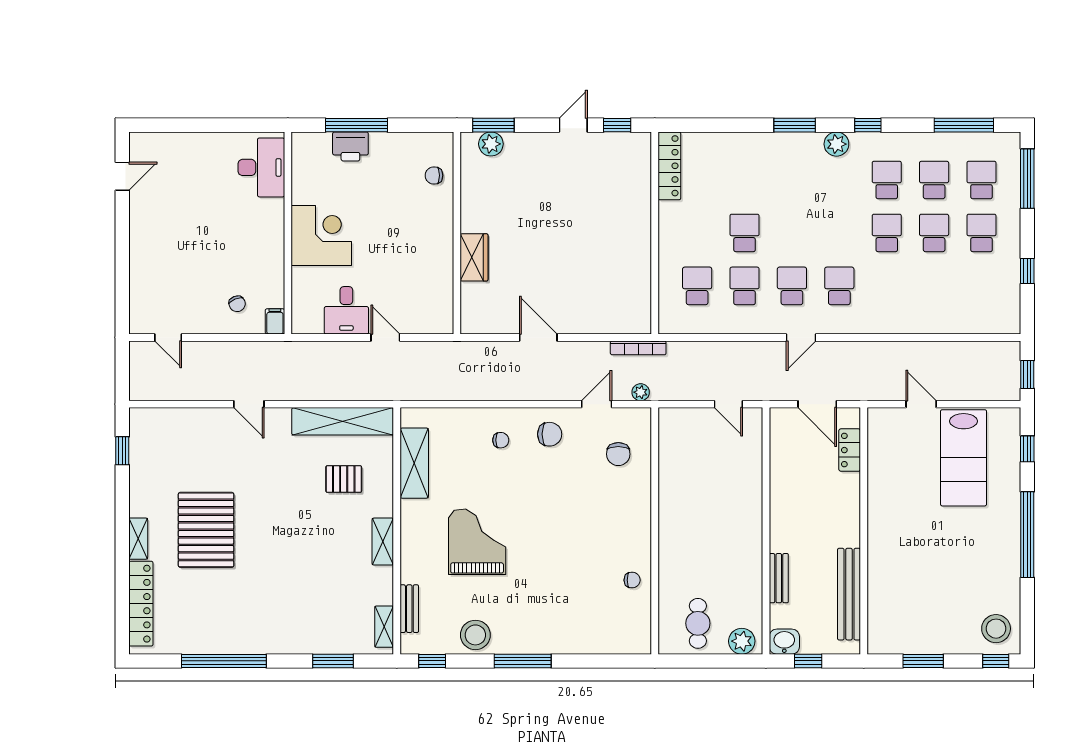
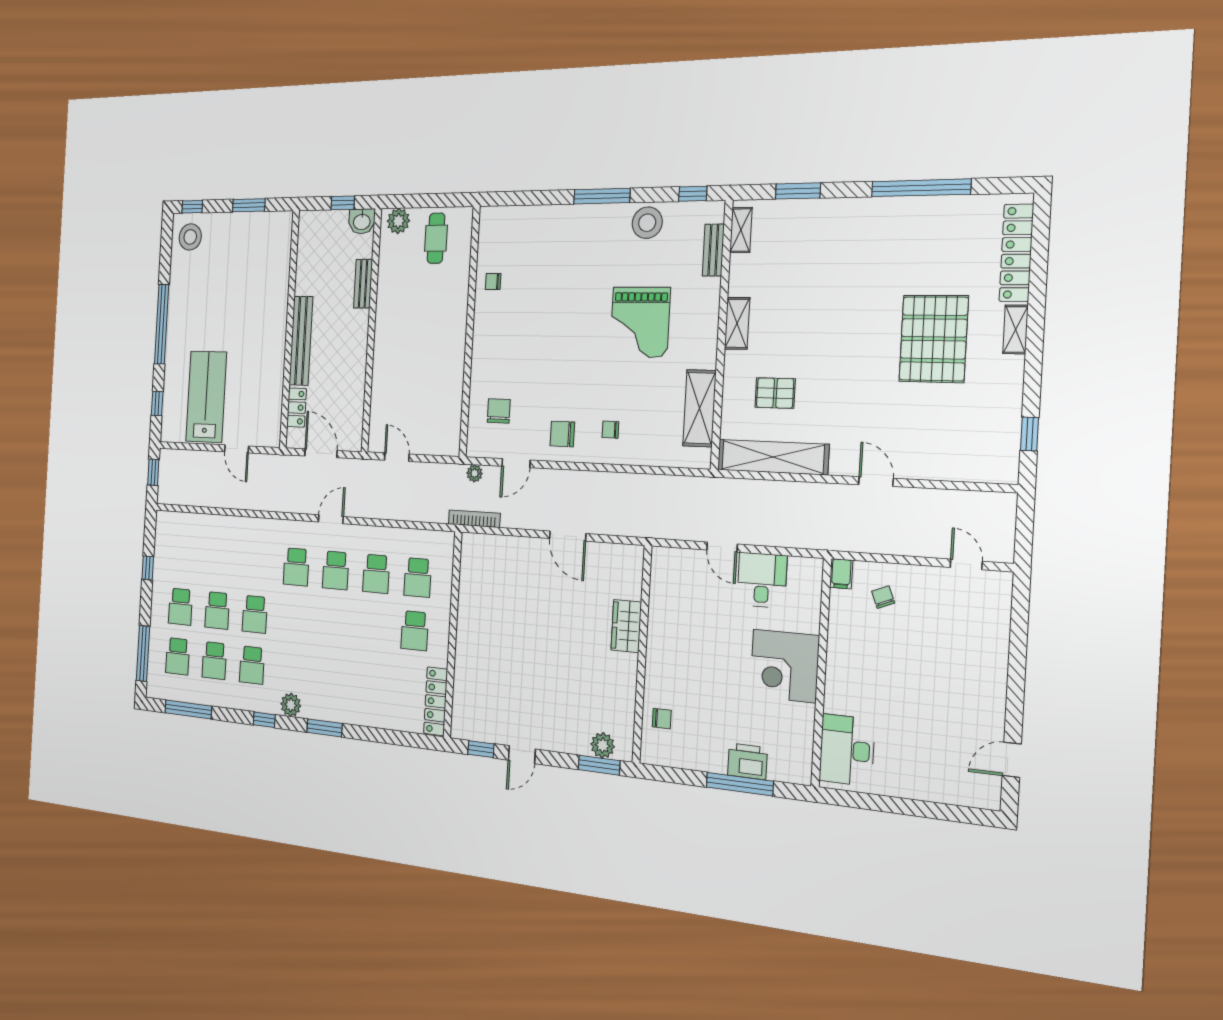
school desk: (745, 233) -> (415, 631), moved
bench: (849, 594) -> (301, 341), moved

